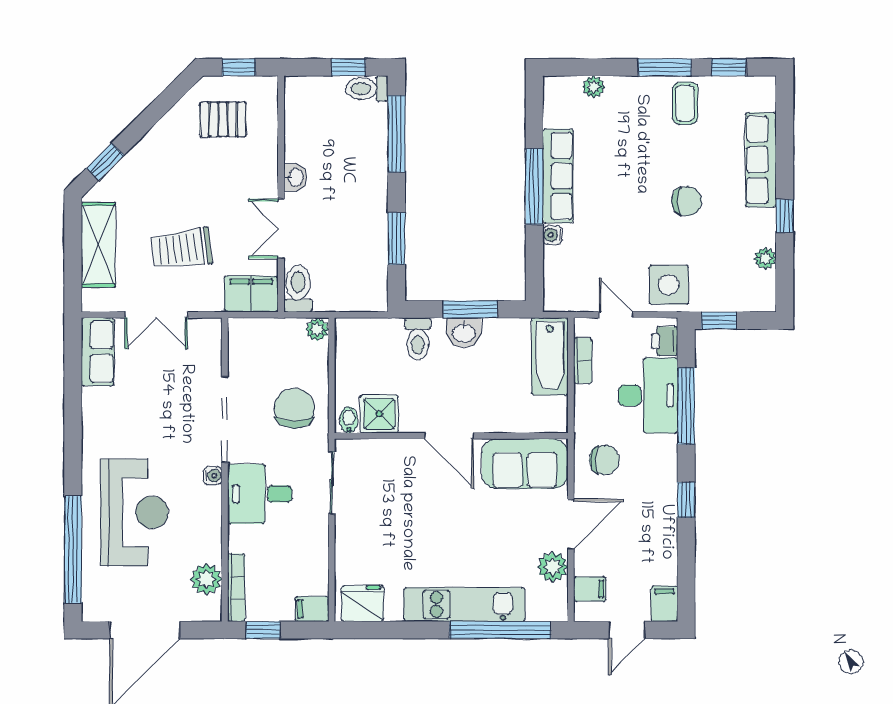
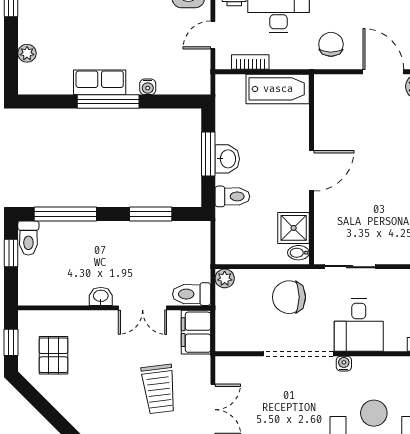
row of seats: (558, 176) -> (100, 82), width x0.68
bathtub: (550, 356) -> (278, 89), moved
sofa: (525, 464) -> (334, 109), removed

